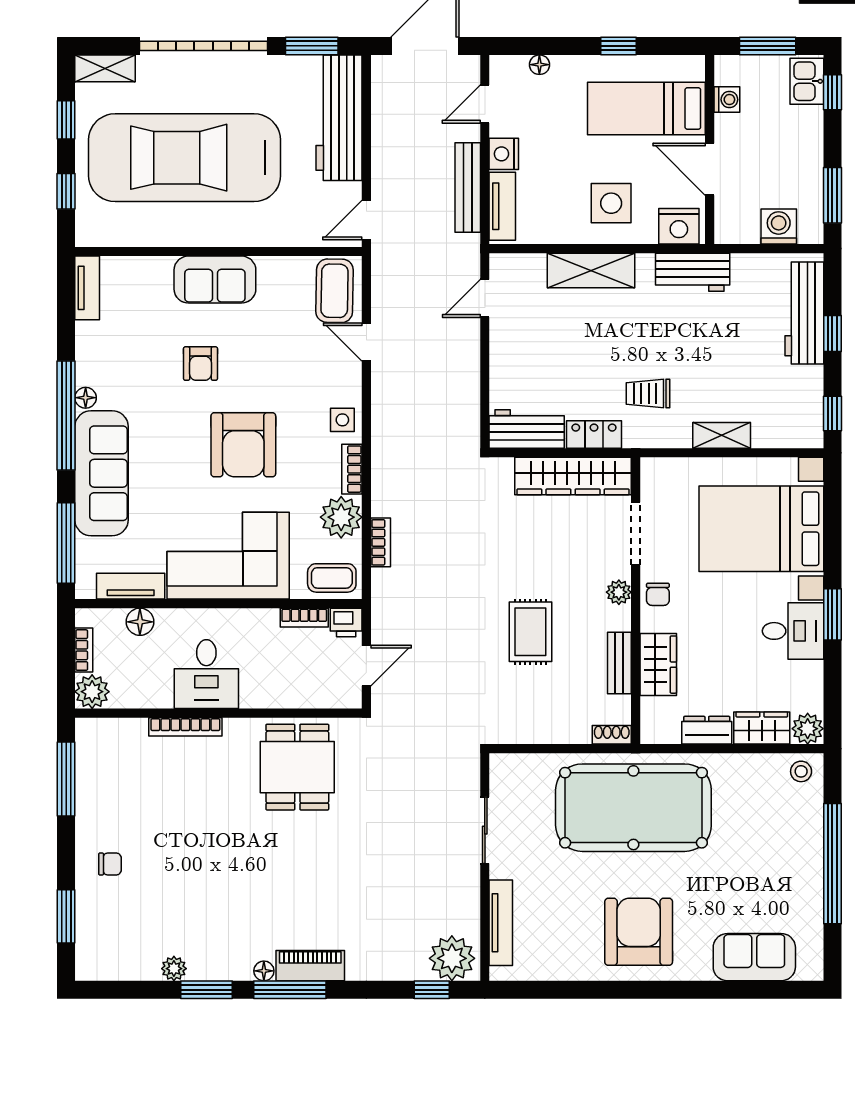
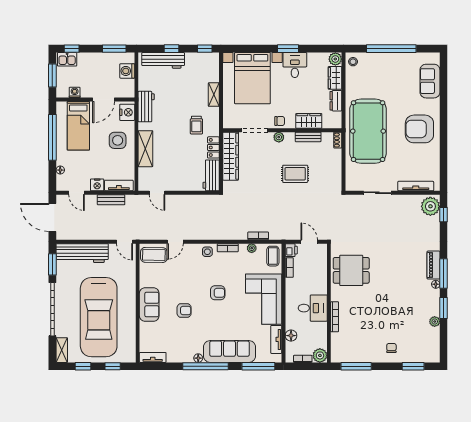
window: (618, 46) -> (52, 137), width x3.17
bench: (468, 187) -> (111, 200), width x0.73
armchair: (243, 445) -> (218, 293), width x0.53, depth x0.53
plant: (341, 517) -> (252, 248), width x0.53, depth x0.53

